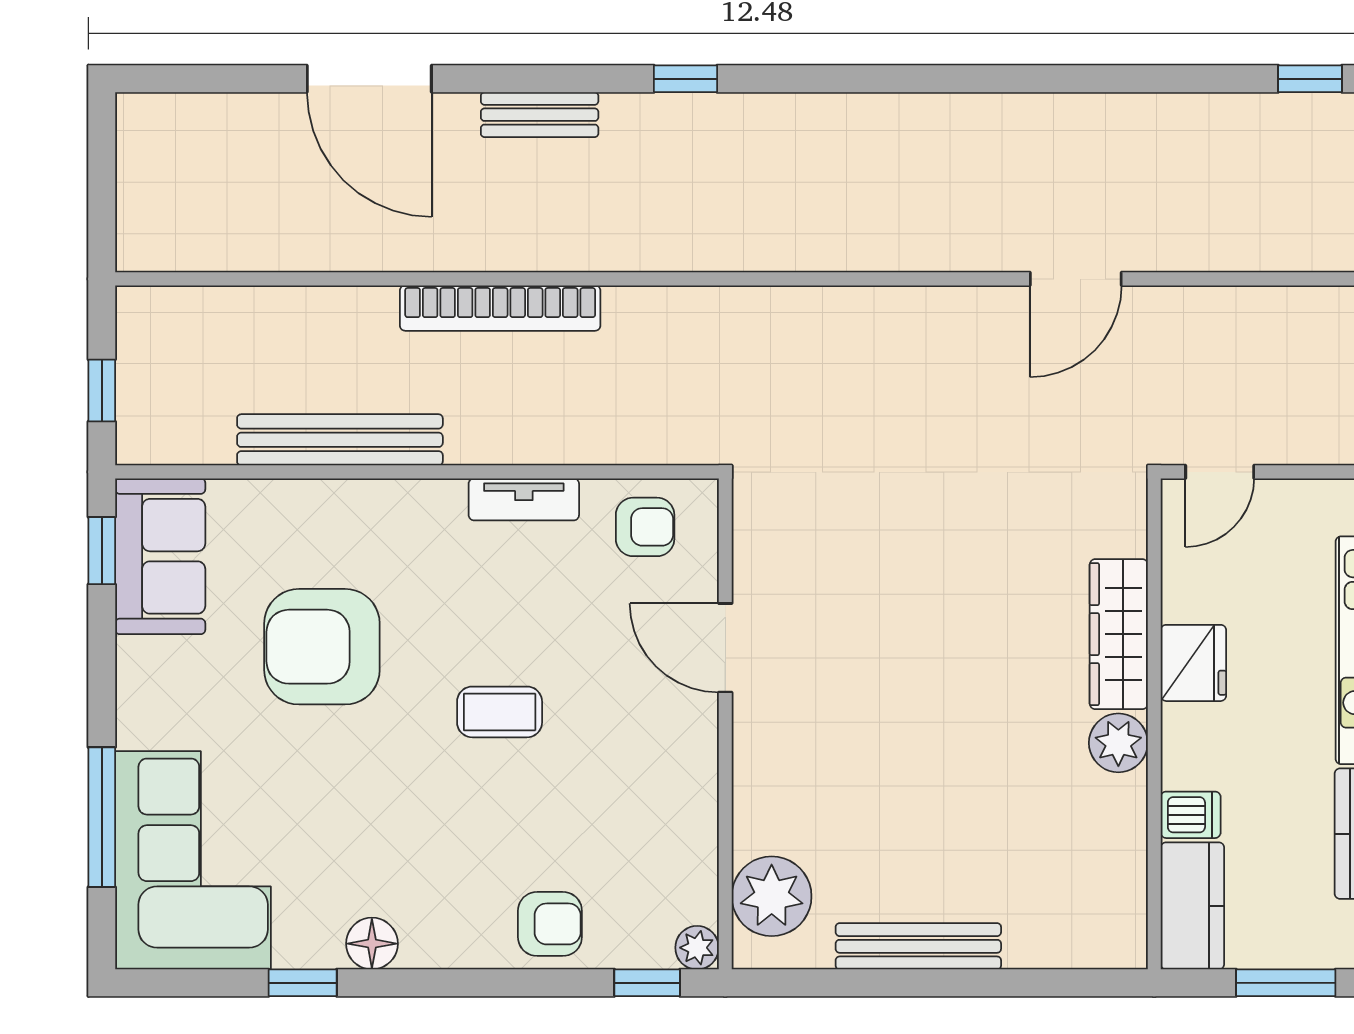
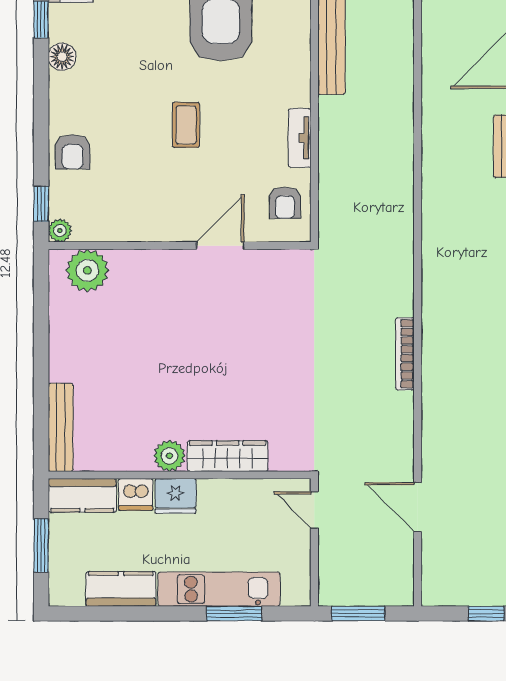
door: (1076, 279) -> (418, 507), moved
bookcase: (500, 308) -> (405, 354), moved, width x0.68, depth x0.76
fridge: (1193, 663) -> (175, 496), moved
dishwasher: (1191, 815) -> (136, 494), width x1.38
bench: (918, 946) -> (61, 427), moved

